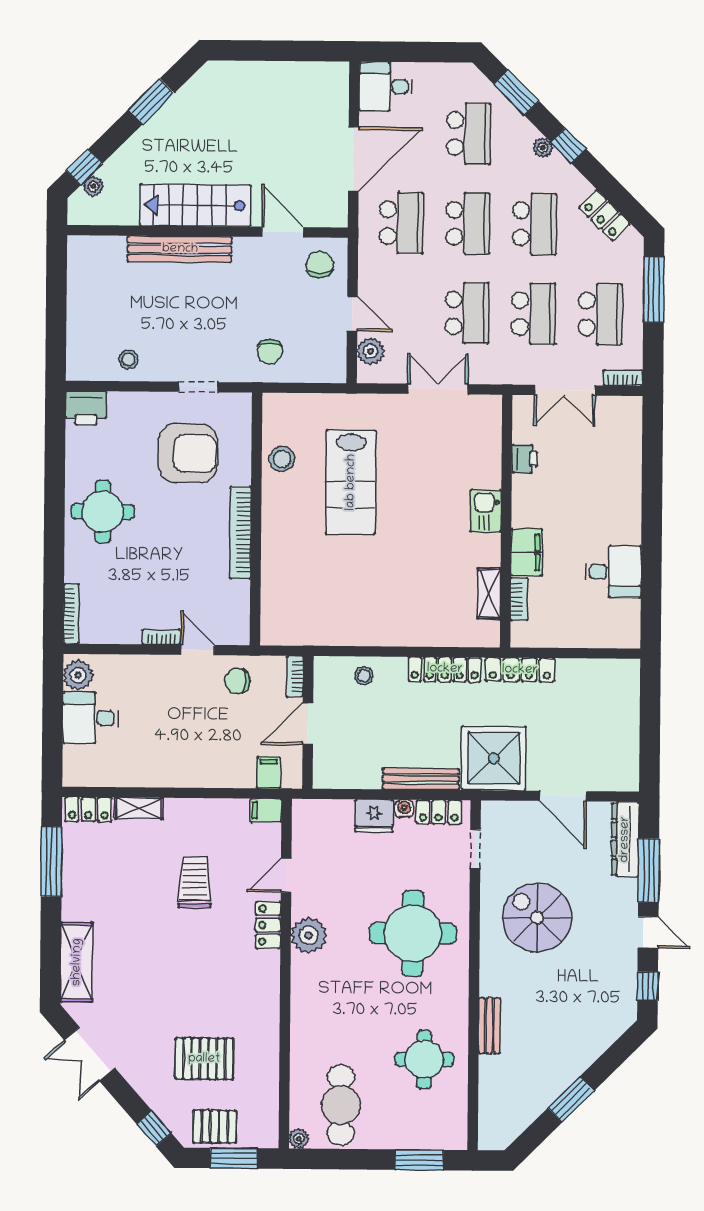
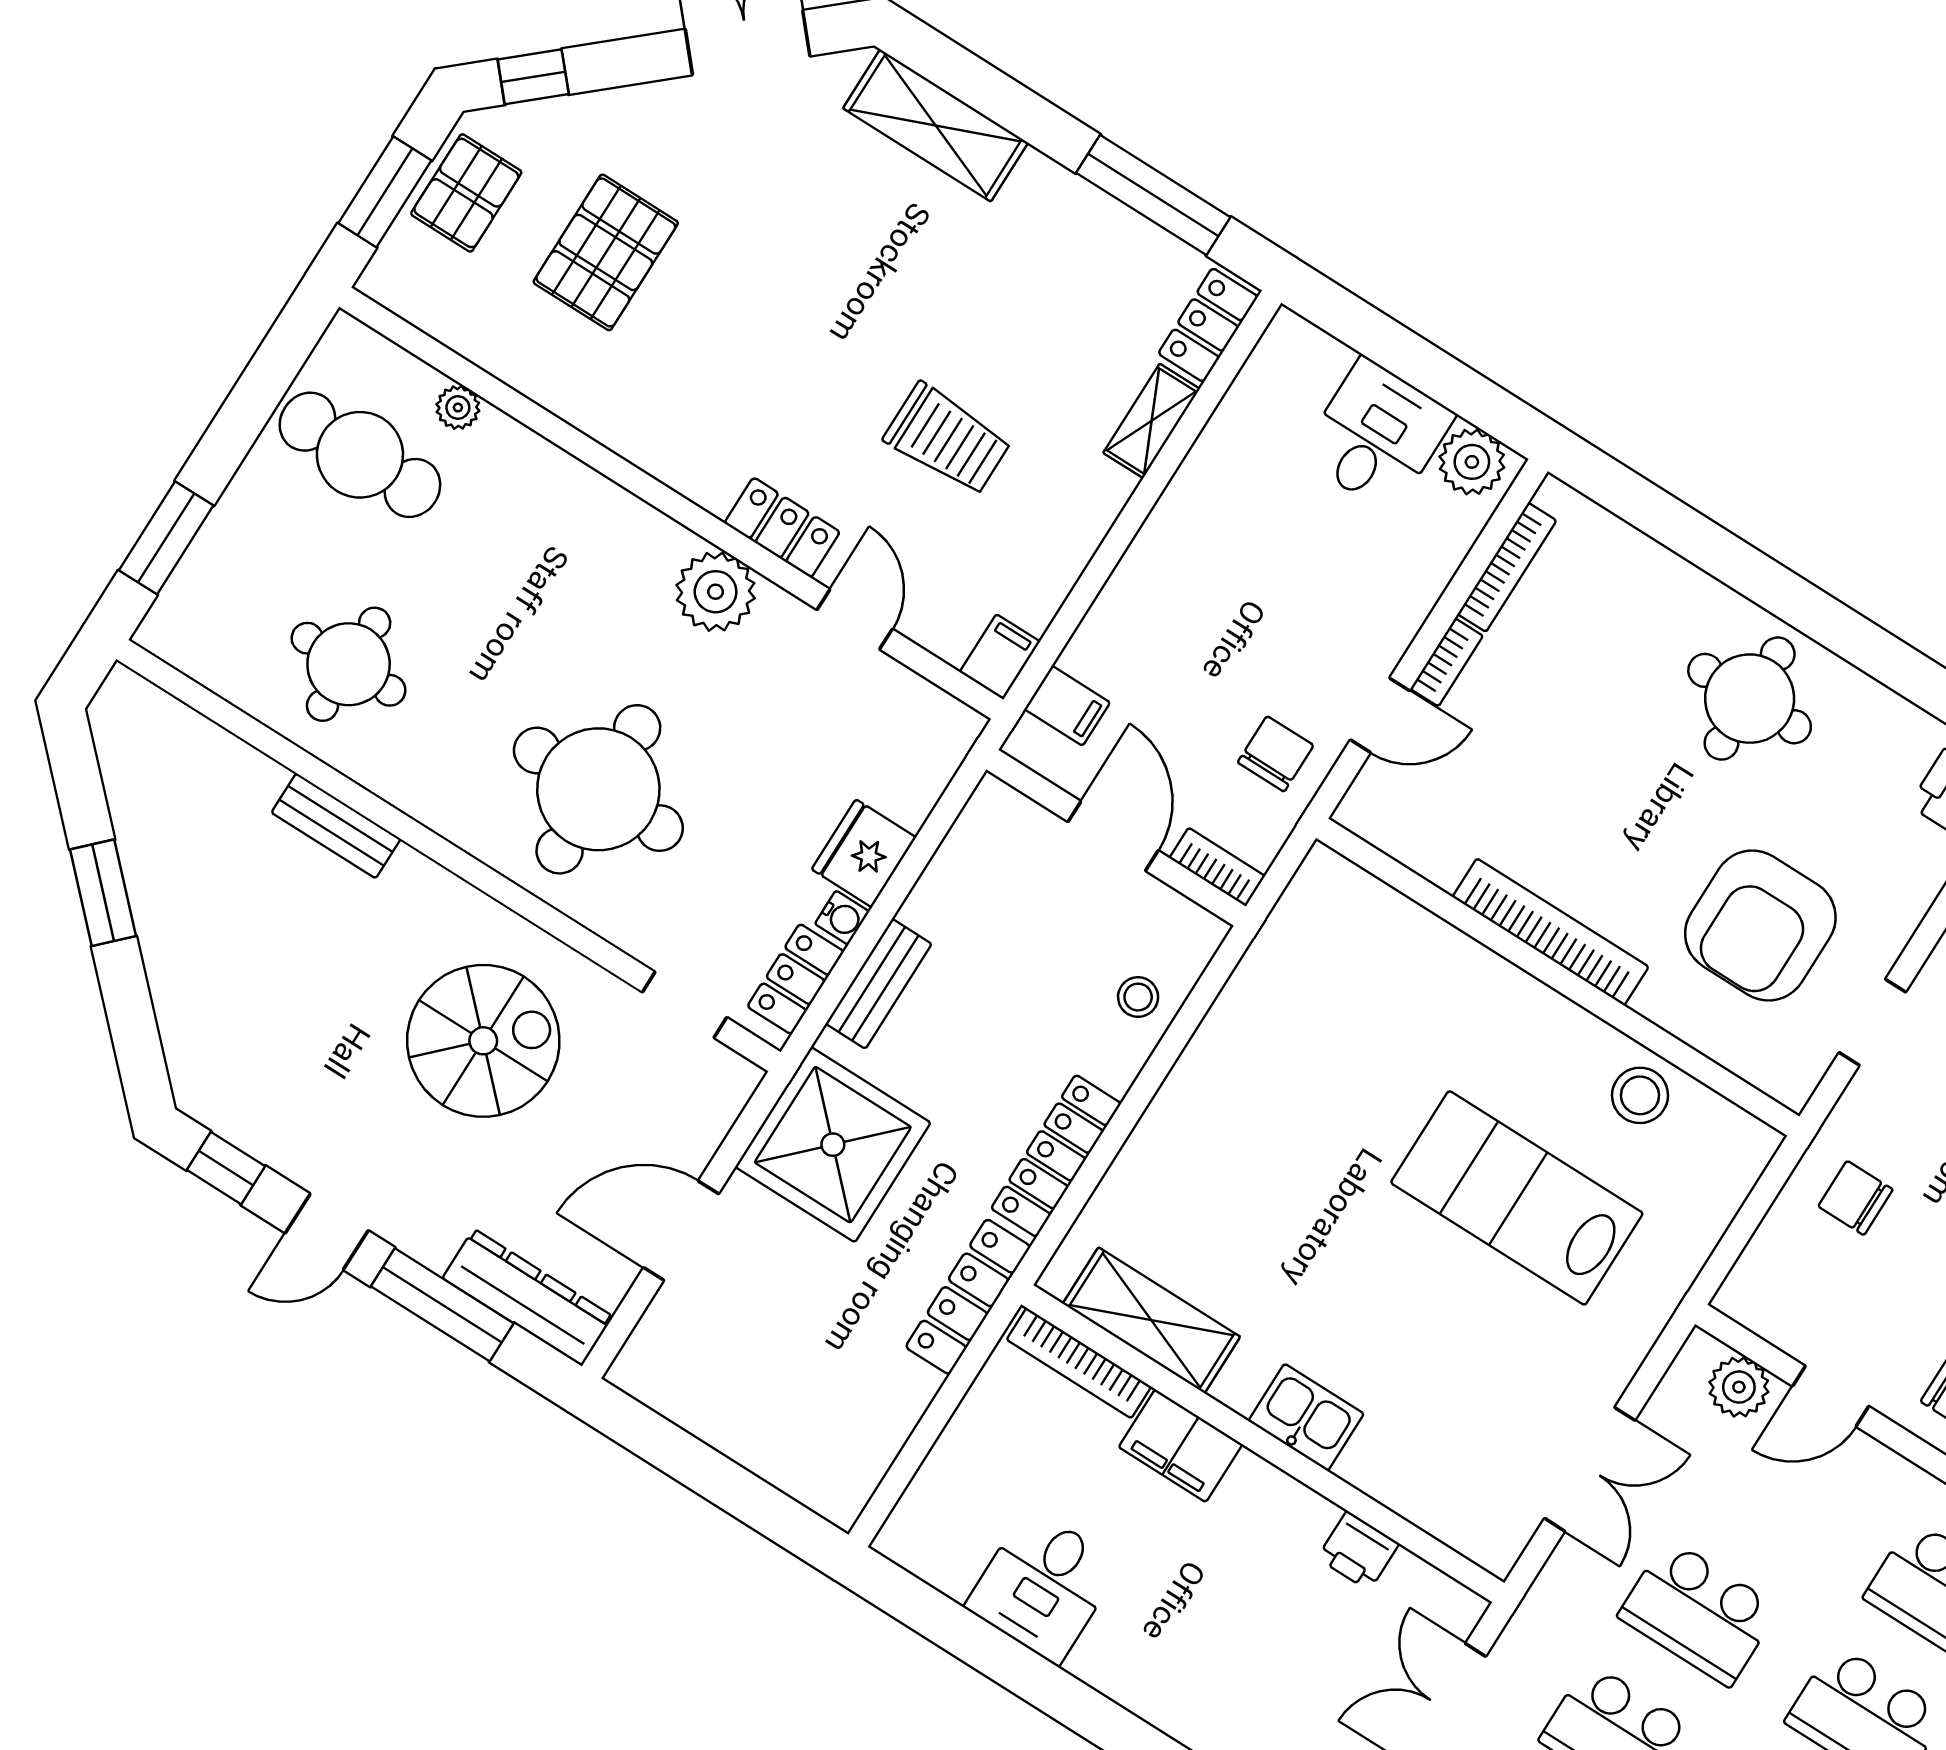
shelving: (489, 594) -> (1151, 1320), width x1.50, depth x1.33
bookcase: (519, 599) -> (1079, 1363), width x1.56
bookcase: (71, 614) -> (1507, 567), moved, turned -90
bench: (421, 779) -> (879, 984), width x0.73
plant: (299, 1139) -> (458, 408), moved

